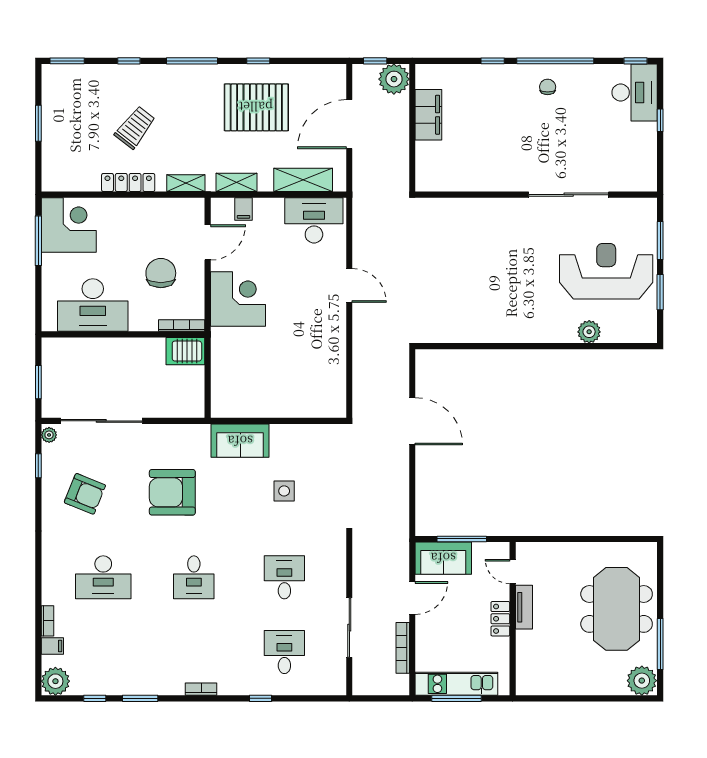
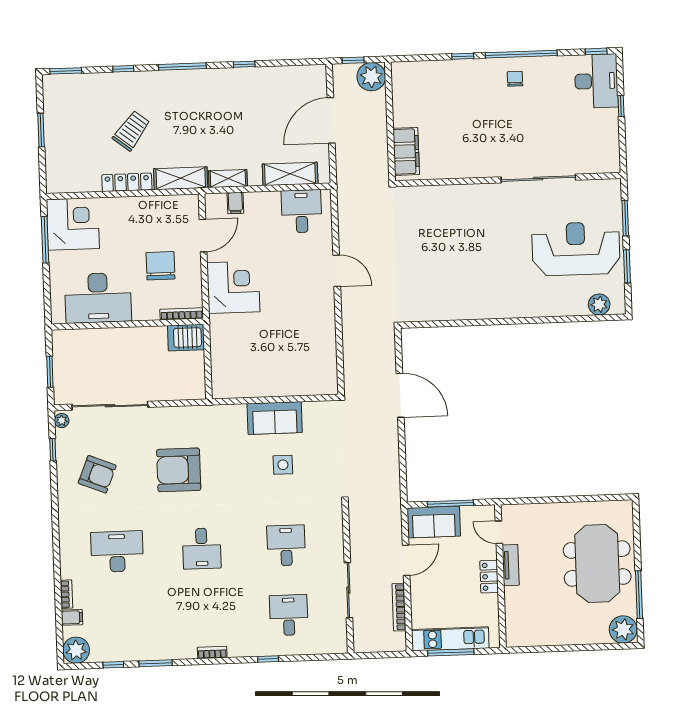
pallet: (256, 107) -> (244, 108), removed
filing cabinet: (428, 115) -> (406, 151), moved
shelving: (186, 183) -> (181, 178), width x1.50, depth x1.33
desk: (314, 220) -> (302, 211), width x0.73
plant: (589, 332) -> (599, 304), moved
sofa: (240, 441) -> (275, 418), moved
desk: (103, 577) -> (117, 552), turned 180

